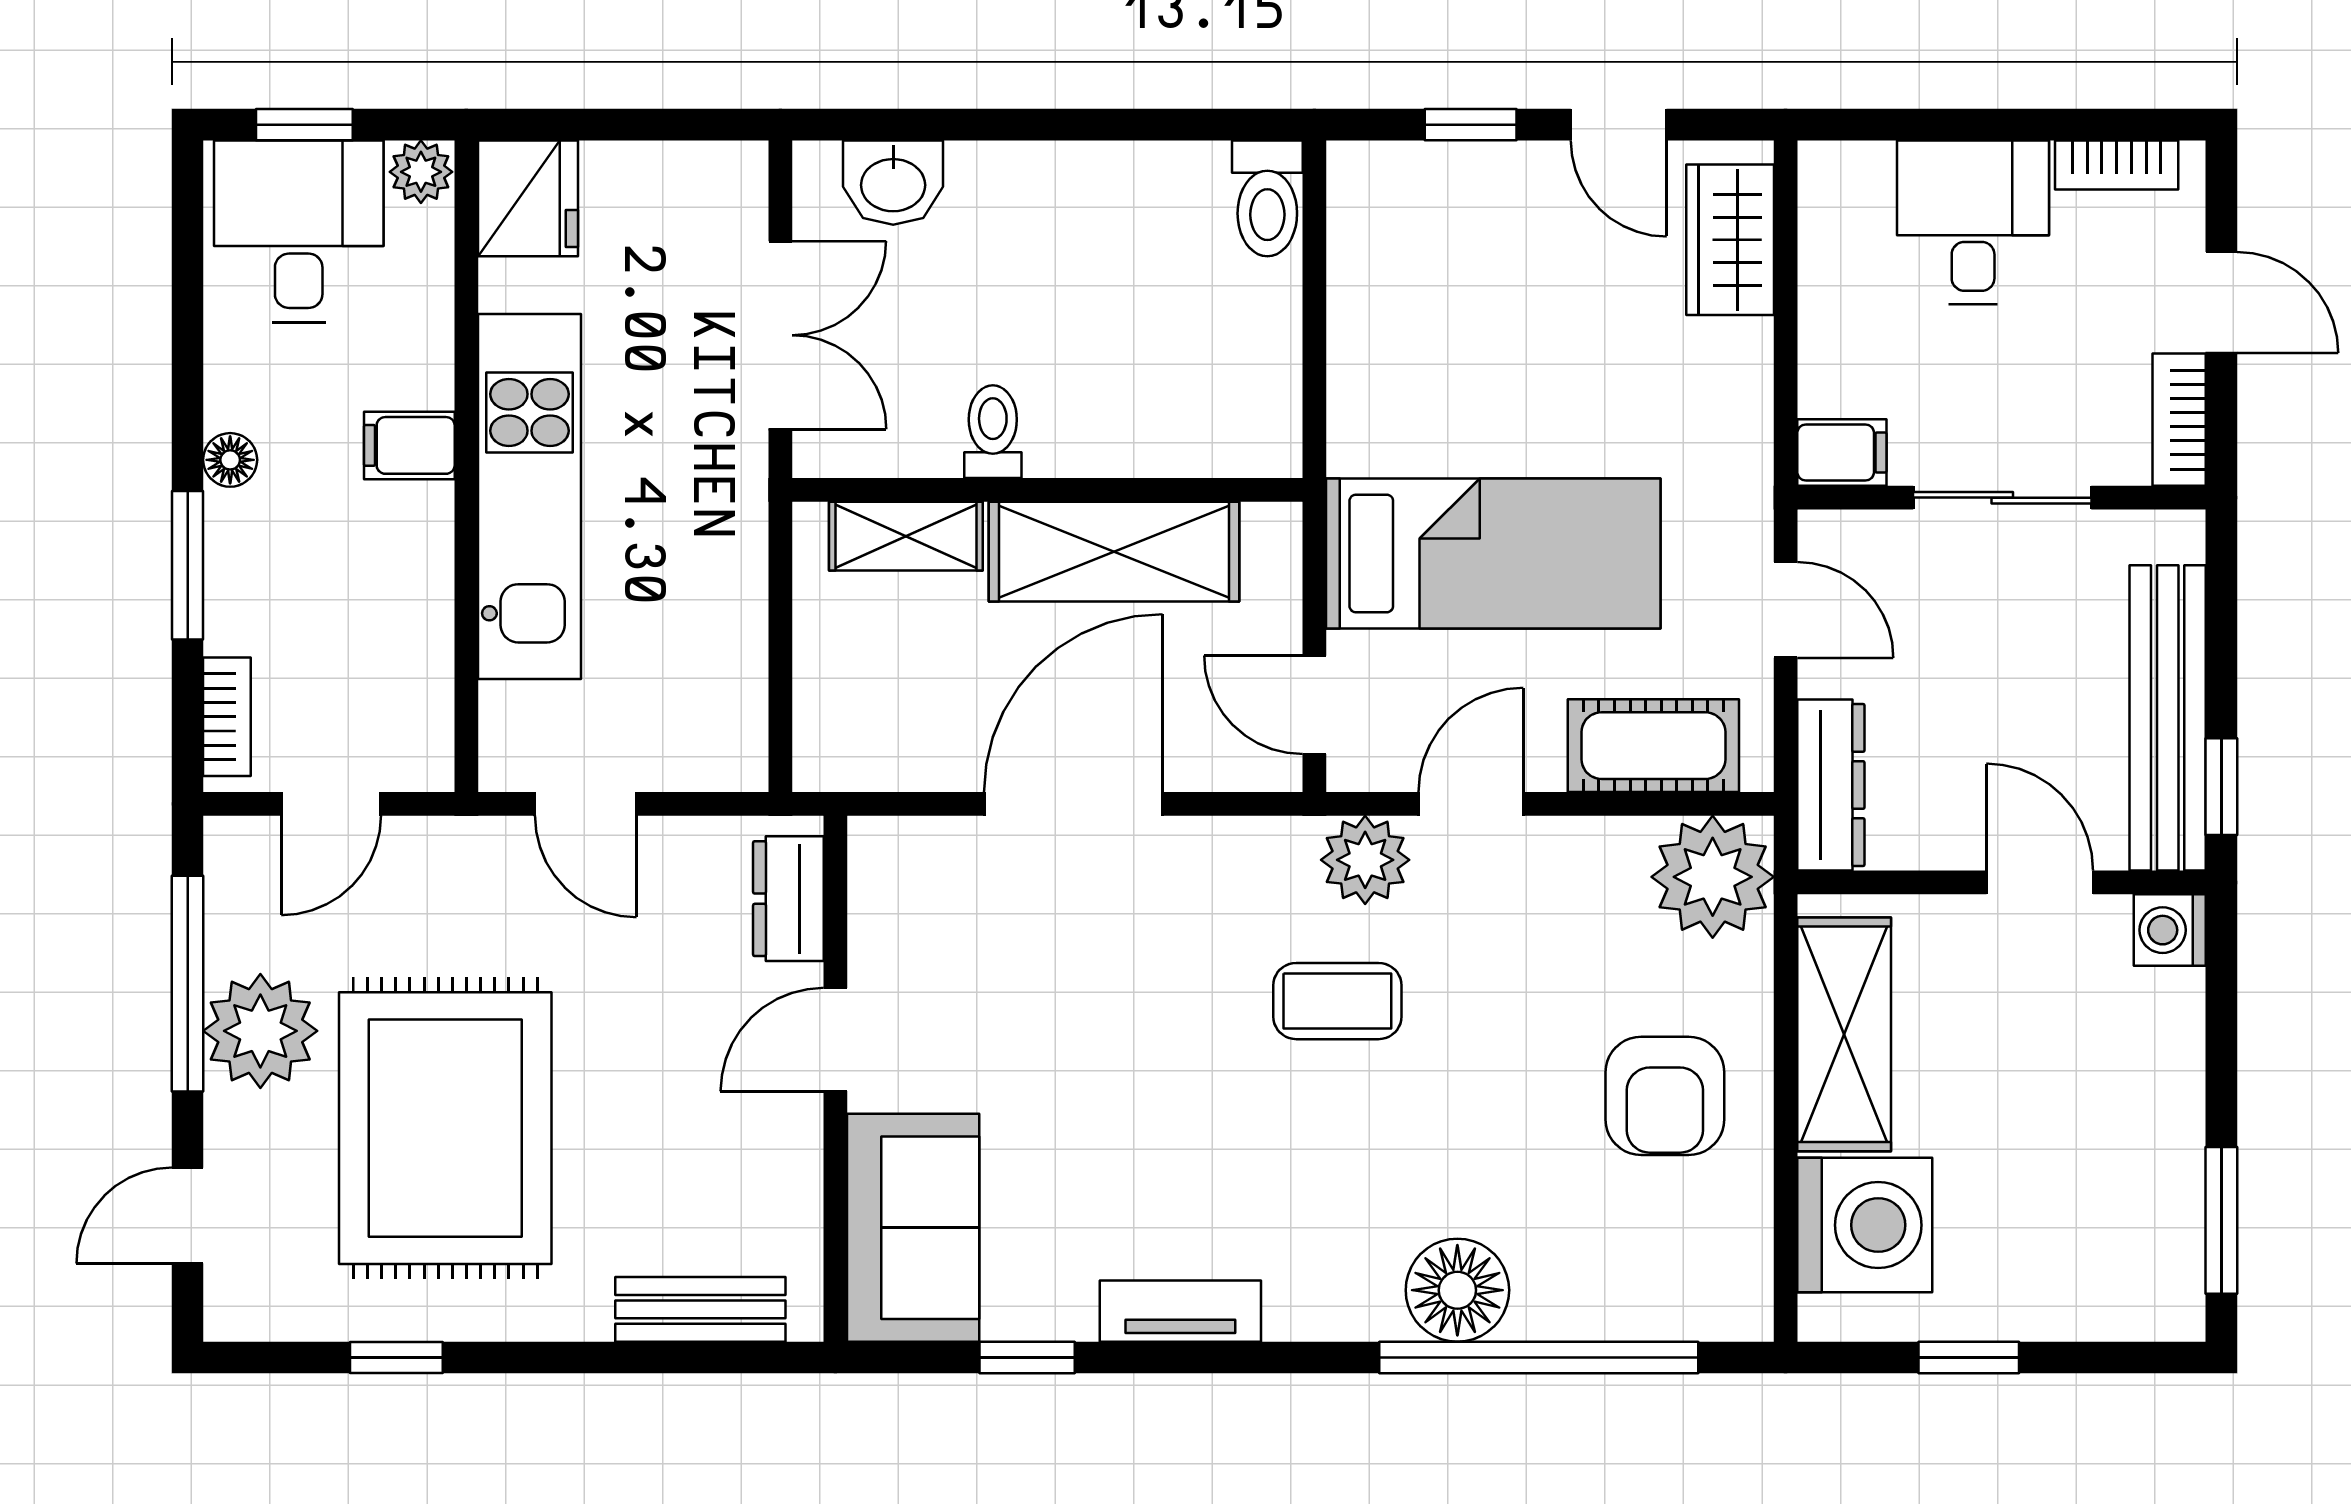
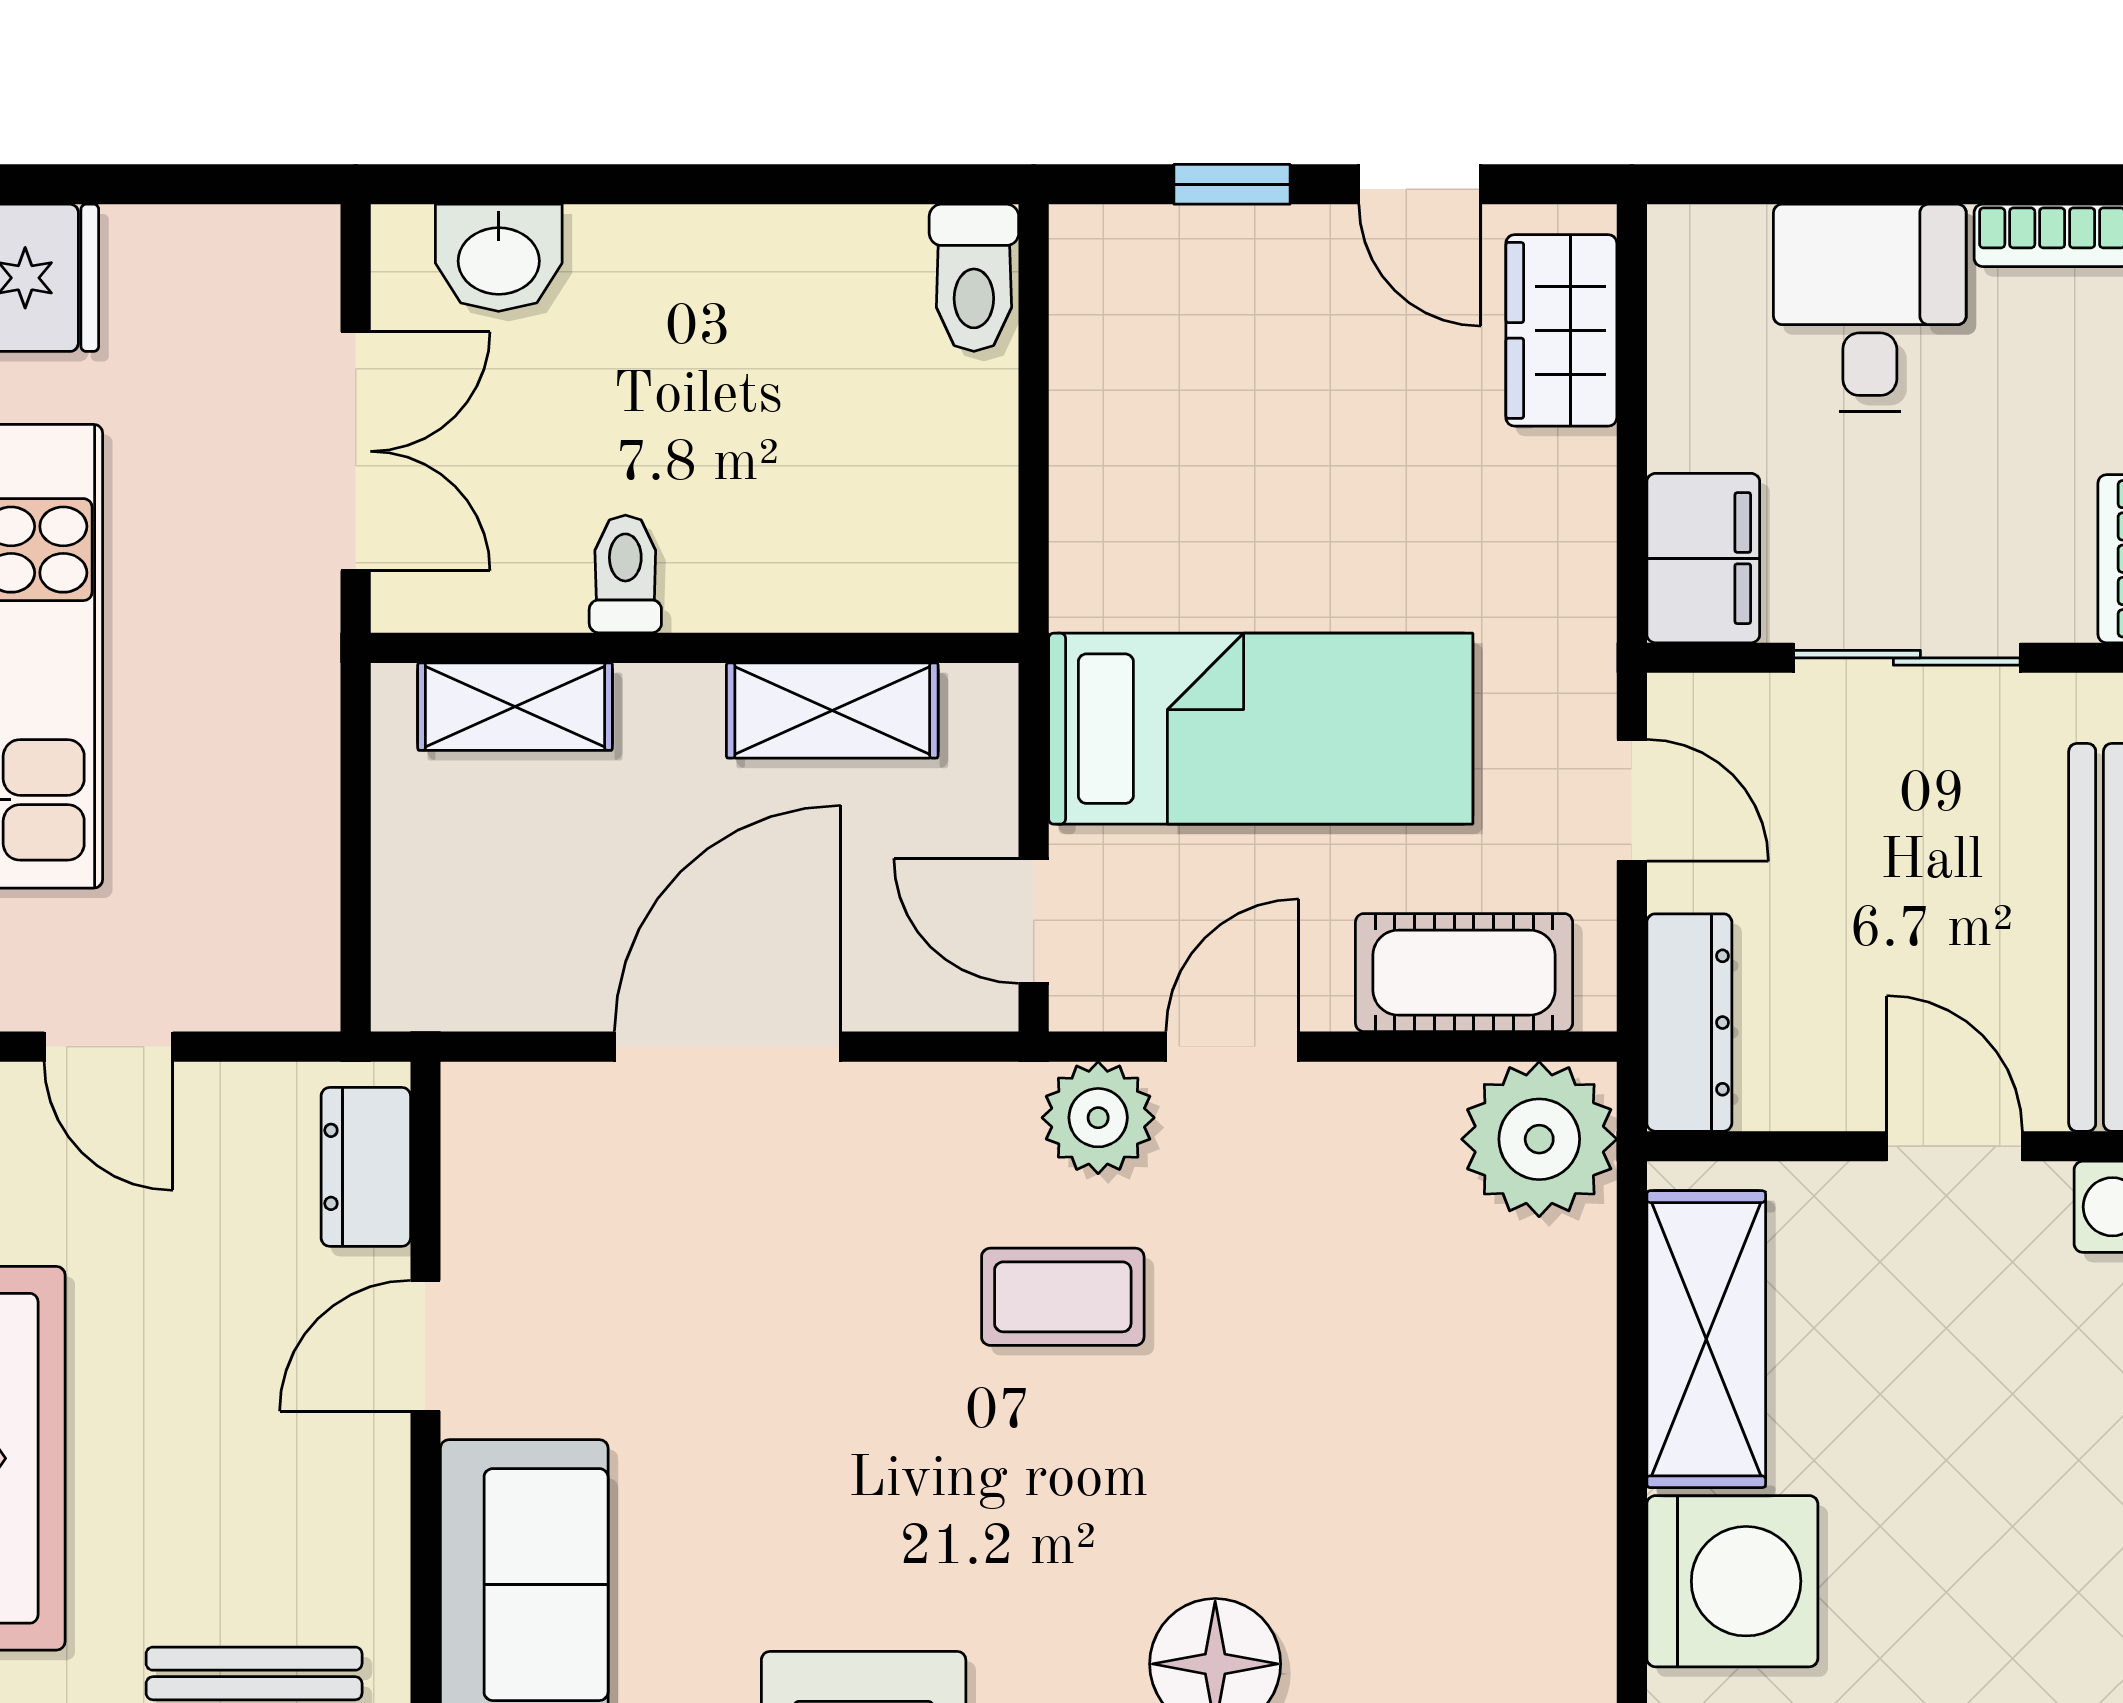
filing cabinet: (1842, 453) -> (1703, 558), width x2.00
shelving: (1114, 552) -> (832, 710), width x0.67, depth x0.75
armchair: (1665, 1096) -> (1479, 1417), removed

